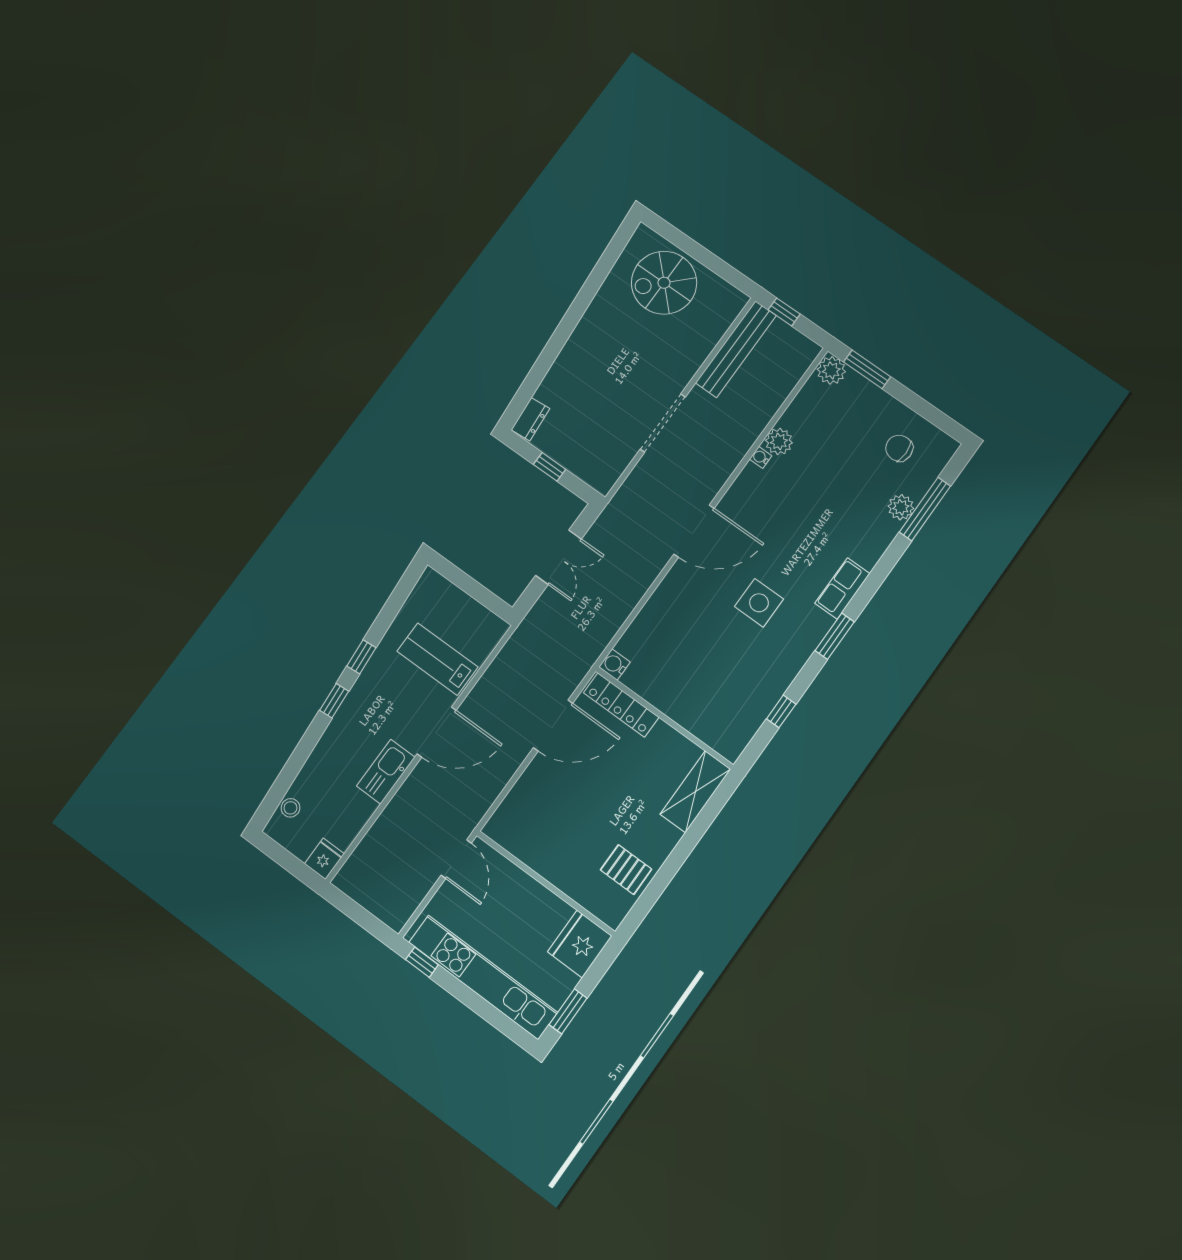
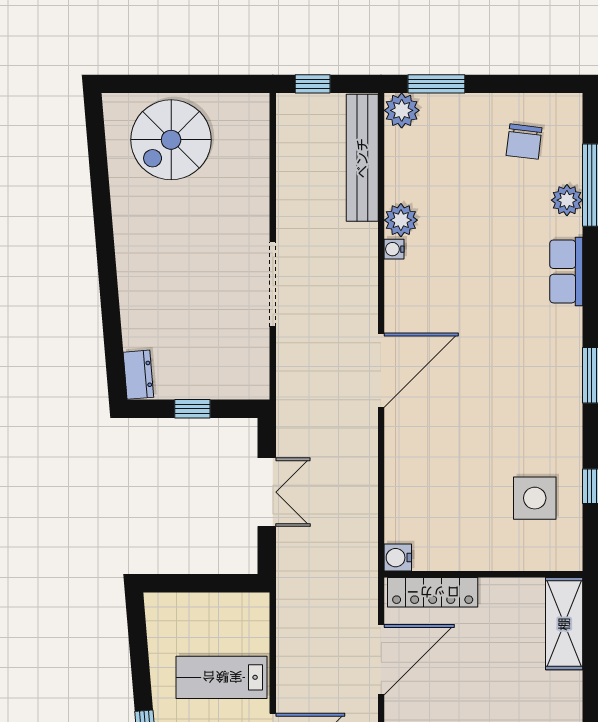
bench: (736, 349) -> (362, 158), moved
chair: (899, 448) -> (524, 142), turned -83
row of seats: (842, 588) -> (566, 271), moved
side table: (759, 603) -> (535, 498), moved

